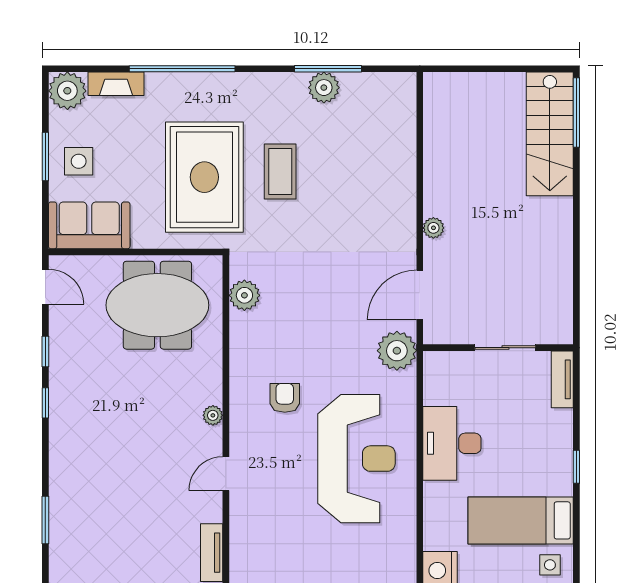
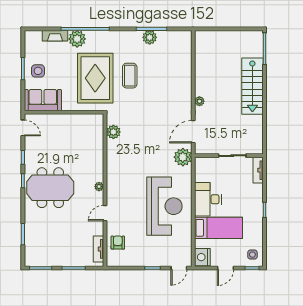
plant: (67, 91) -> (77, 39), moved
stairs: (550, 134) -> (252, 86), moved
meeting table: (157, 305) -> (50, 188), moved
armchair: (285, 398) -> (118, 243), moved
bed: (521, 520) -> (219, 228), moved, turned 180

